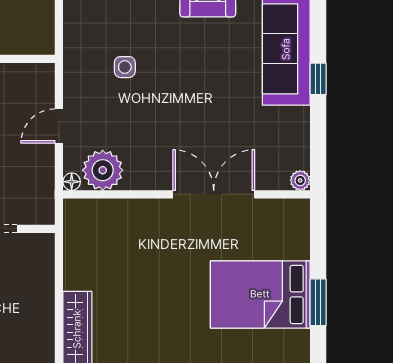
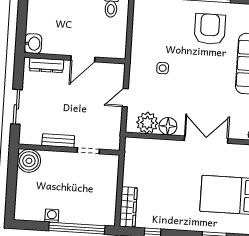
floor lamp: (72, 182) -> (168, 126), moved, width x1.89, depth x1.89

